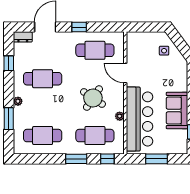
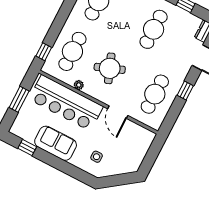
side table: (164, 51) -> (97, 157), moved
door: (125, 73) -> (118, 112), swing flipped
round table: (93, 98) -> (110, 68), turned 35
window: (76, 159) -> (59, 22), removed

